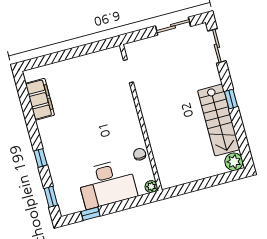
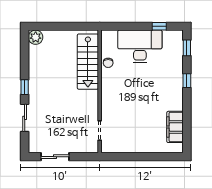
sliding door: (217, 46) -> (25, 118), moved
stairs: (219, 120) -> (88, 62), moved, turned 180
plant: (151, 187) -> (106, 35), removed

